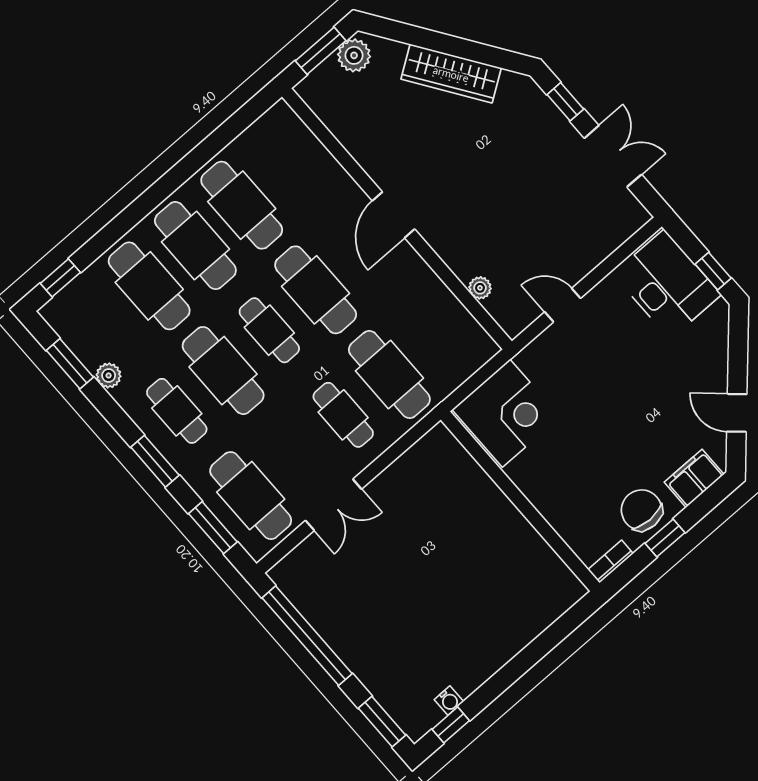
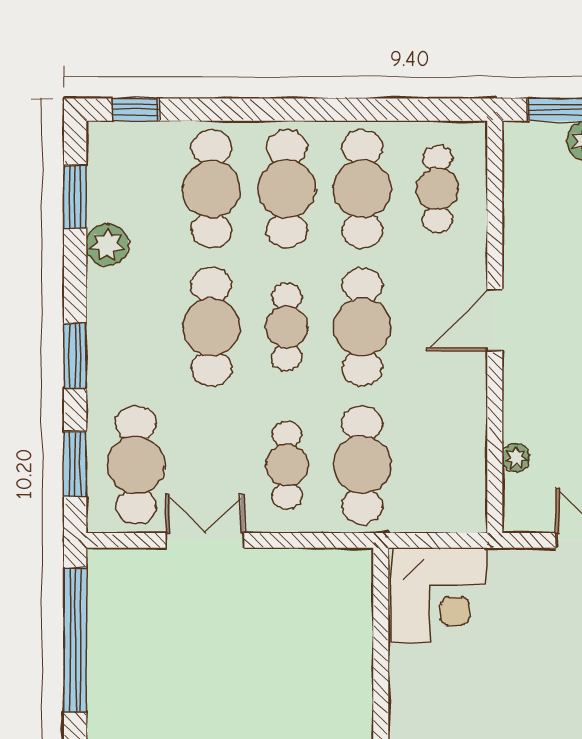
plant: (109, 375) -> (107, 245), width x1.38, depth x1.38
cafe table: (177, 411) -> (438, 189), moved
double door: (334, 505) -> (205, 540), swing flipped

